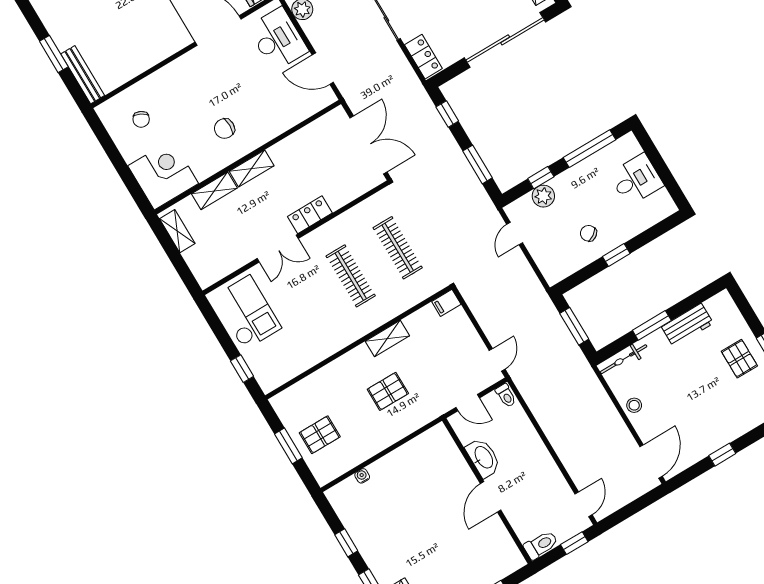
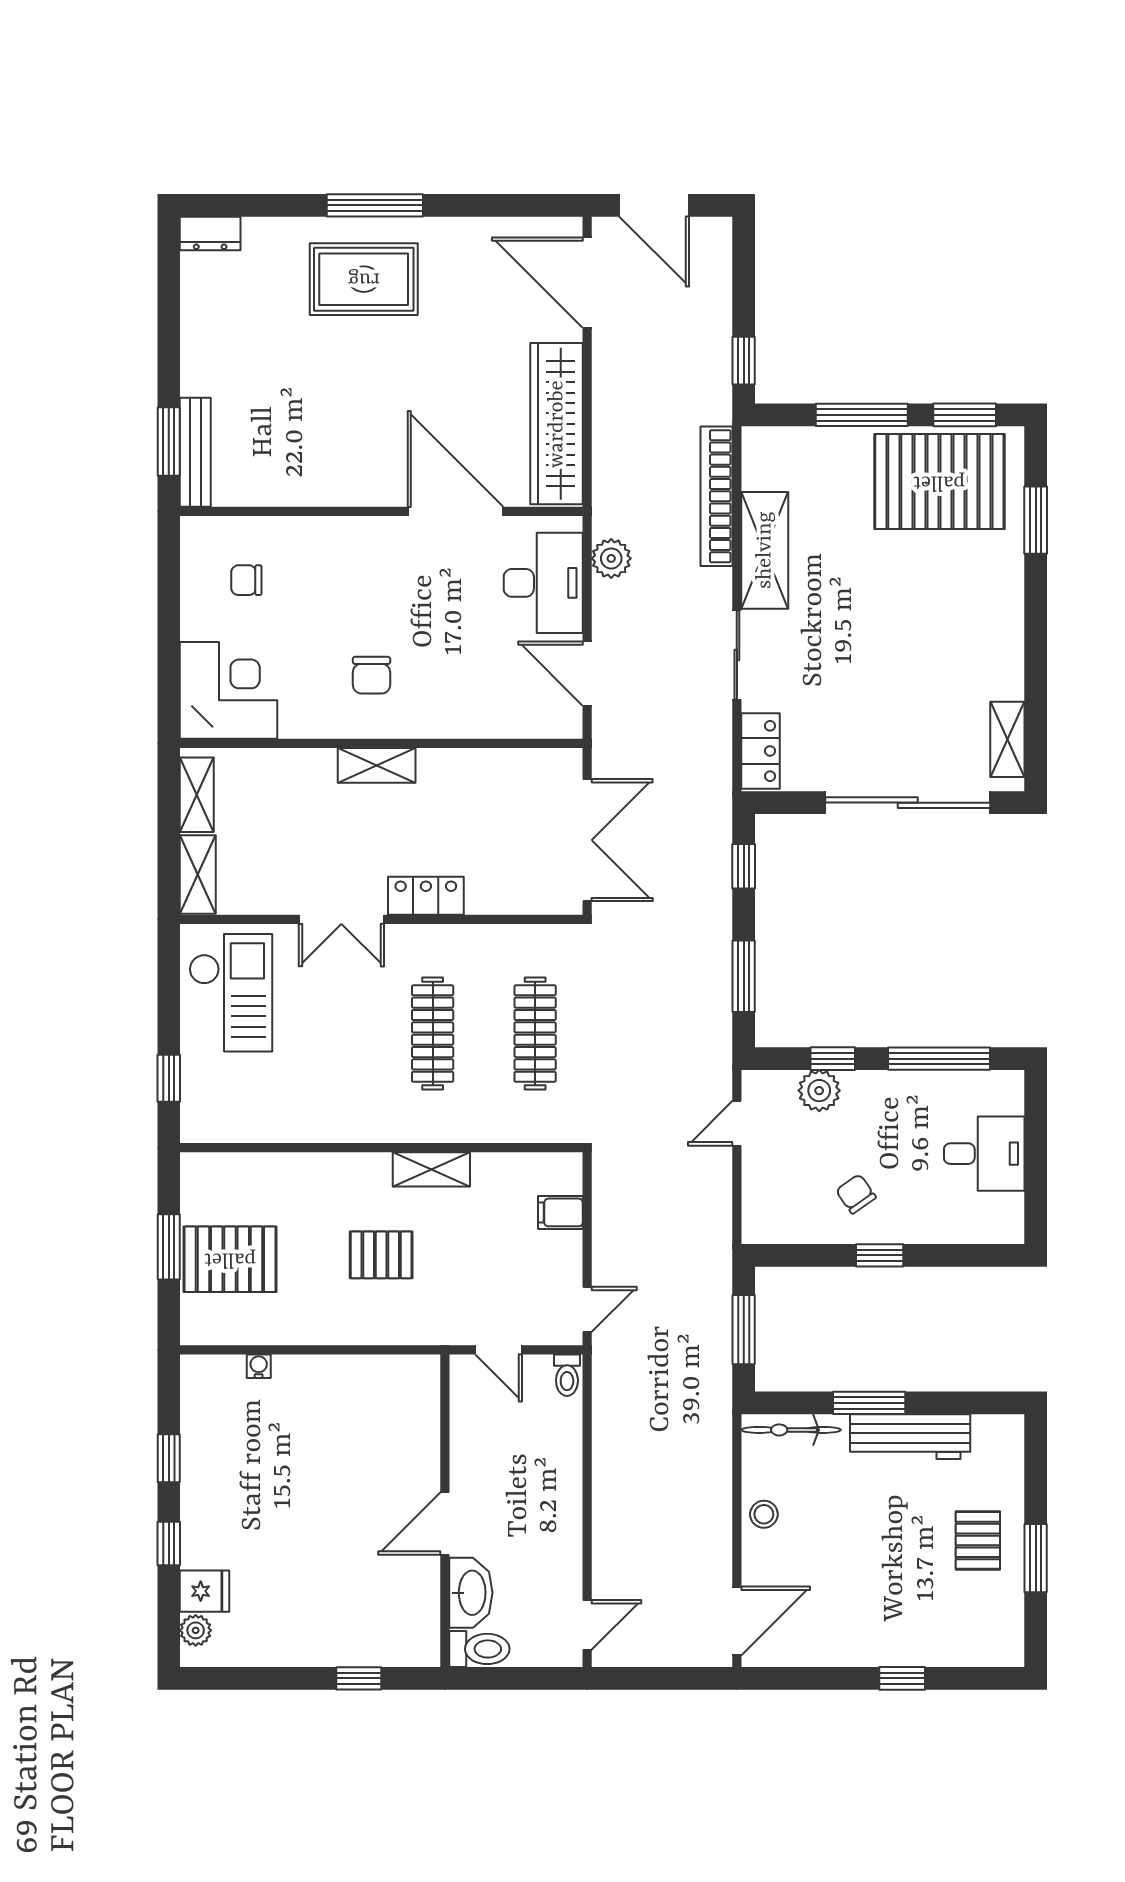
window: (54, 54) -> (169, 442), moved
chair: (141, 119) -> (246, 580), turned 63
chair: (224, 129) -> (372, 675), turned -90
shelving: (214, 191) -> (198, 874), moved, turned 90
filing cabinet: (446, 303) -> (560, 1212), moved
workbench: (687, 325) -> (910, 1437), width x1.37
pallet: (320, 435) -> (230, 1259), width x1.50, depth x1.42
window: (722, 455) -> (902, 1678), moved
washbasin: (483, 458) -> (471, 1593), moved
window: (574, 543) -> (535, 1678), removed

